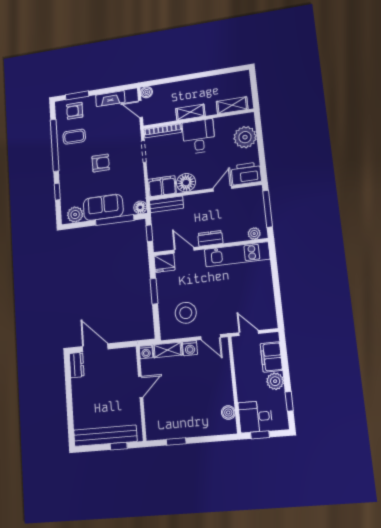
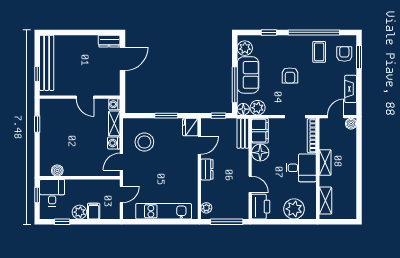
plant: (137, 192) -> (258, 108), added
kitchen unit: (237, 254) -> (164, 211), moved, turned 90
filing cabinet: (271, 357) -> (94, 211), width x0.50

